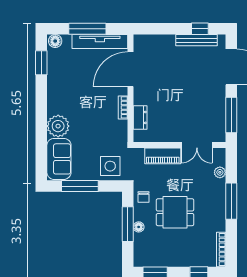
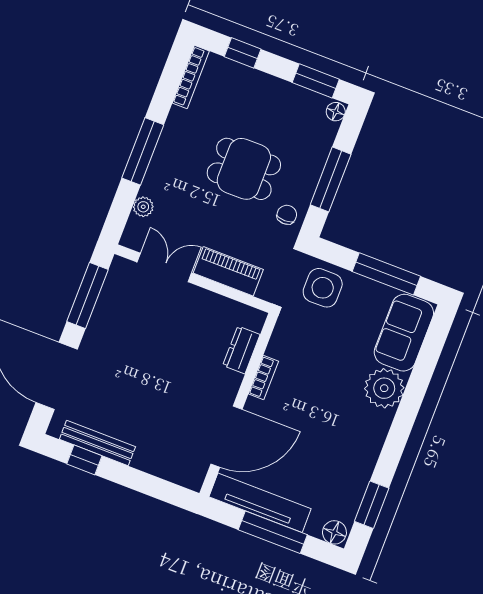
floor lamp: (139, 227) -> (336, 112), moved

